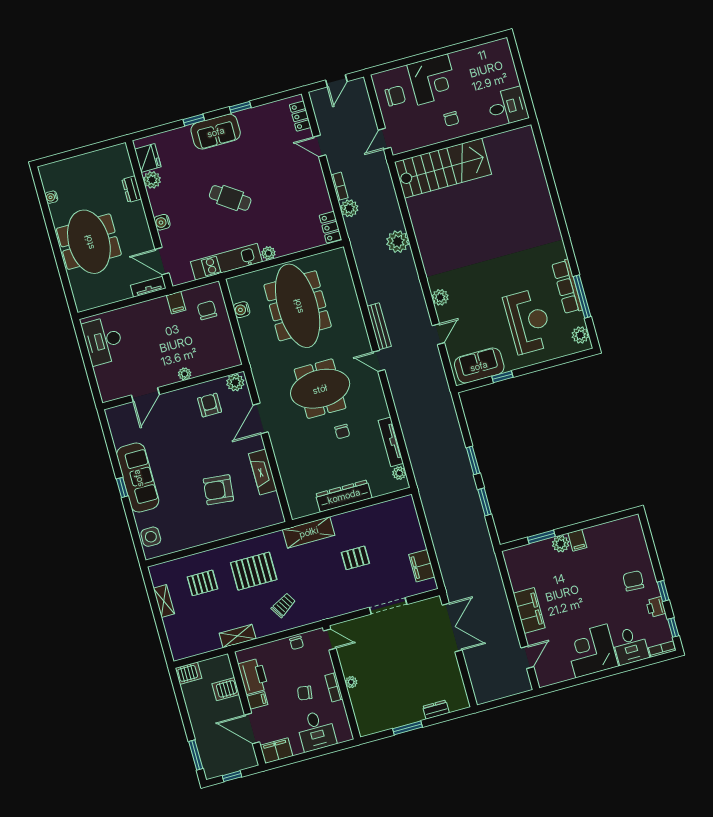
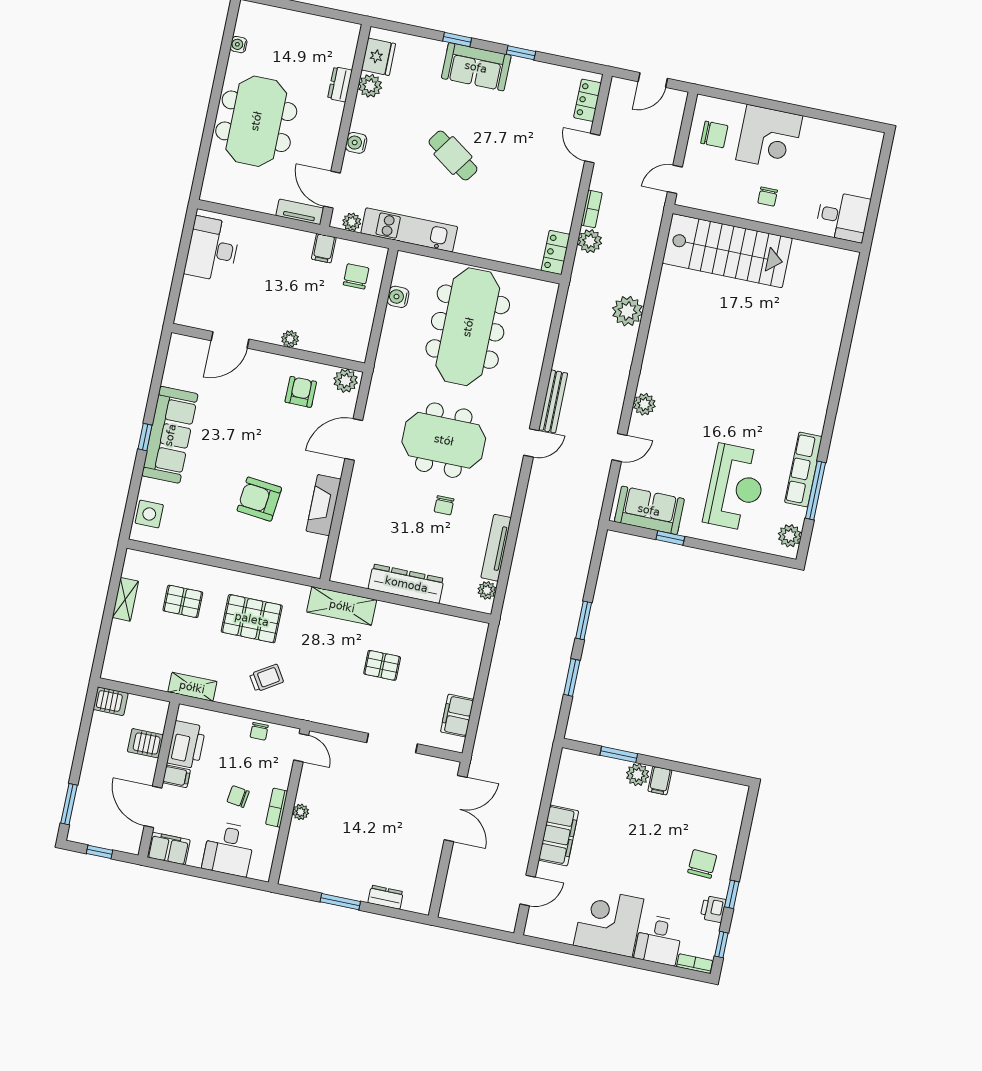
plant: (268, 253) -> (352, 222), moved
door: (379, 361) -> (531, 443), swing flipped

